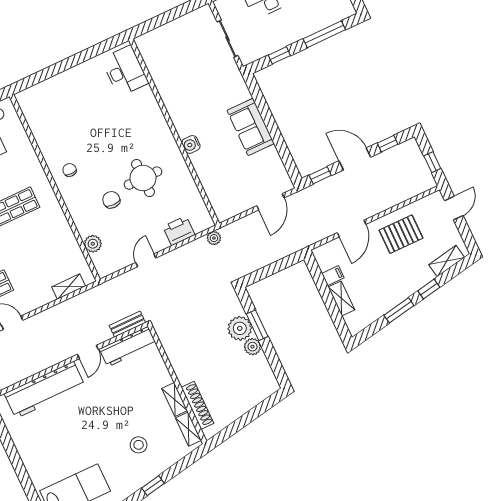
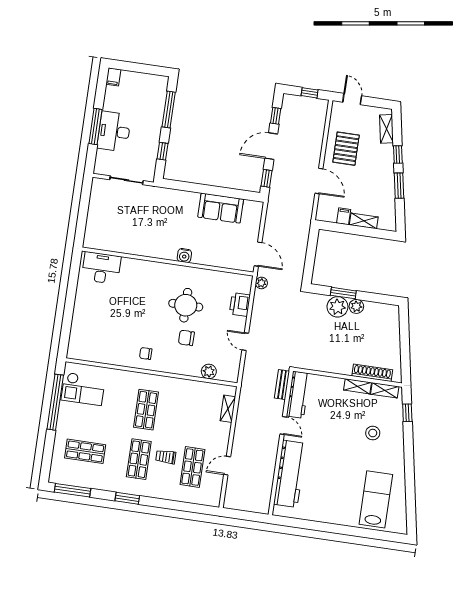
sofa: (251, 127) -> (221, 208), moved
door: (270, 202) -> (258, 254), moved
window: (153, 486) -> (407, 413), moved

